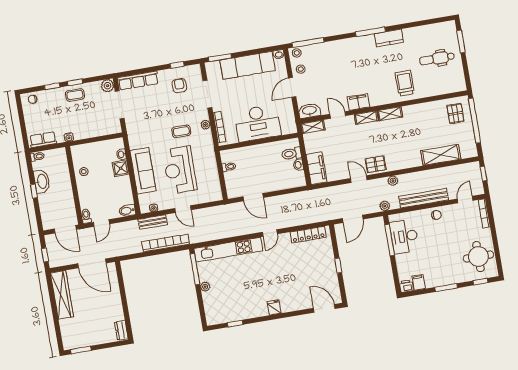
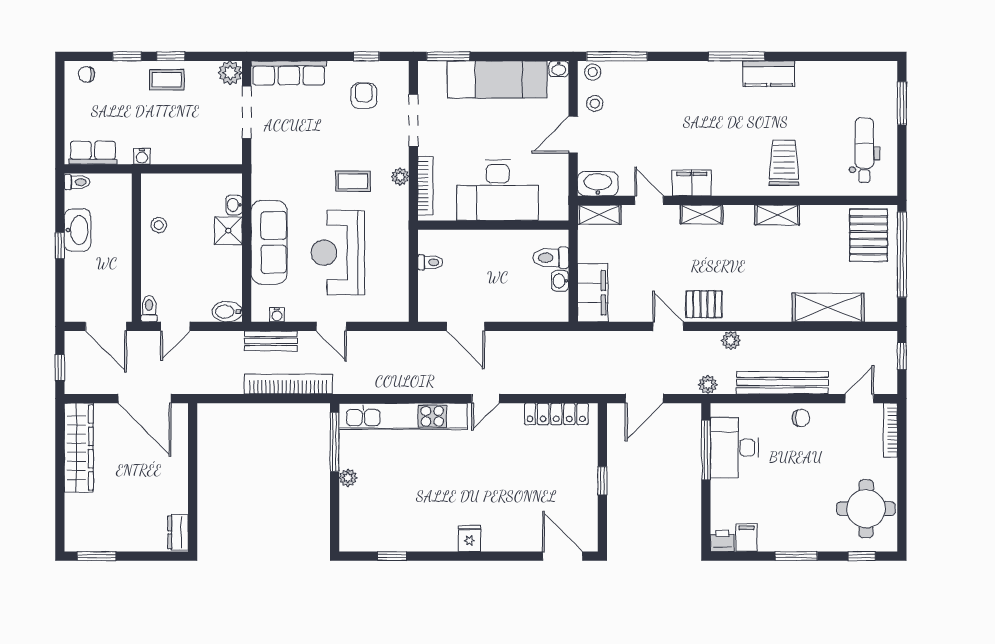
dental chair: (437, 59) -> (864, 150), moved, turned 90
shelving: (390, 114) -> (777, 215), moved
pallet: (455, 114) -> (869, 235), width x1.50, depth x1.42

